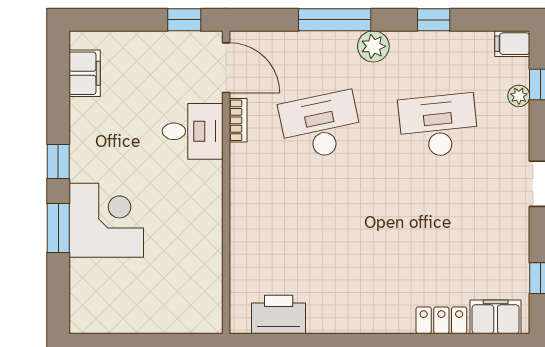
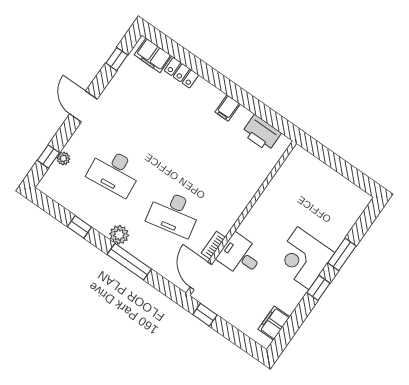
filing cabinet: (512, 44) -> (228, 108), moved, turned 90
corner desk: (106, 220) -> (303, 258), moved

